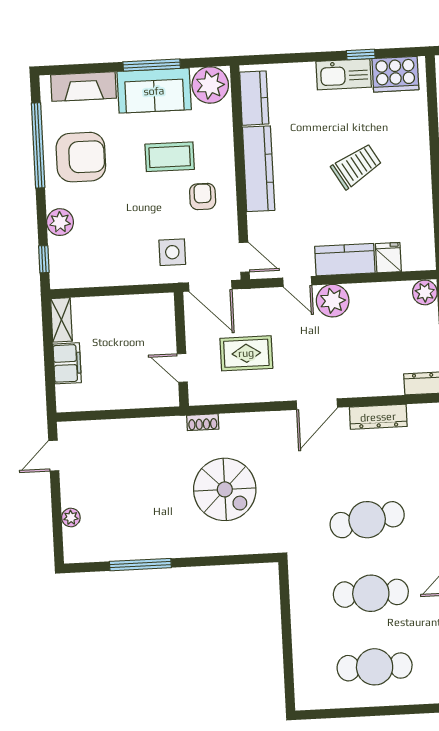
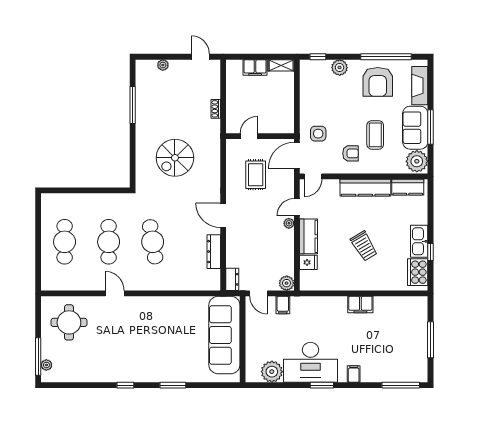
plant: (333, 301) -> (289, 223), width x0.53, depth x0.53
shoe rack: (203, 422) -> (216, 109), moved

